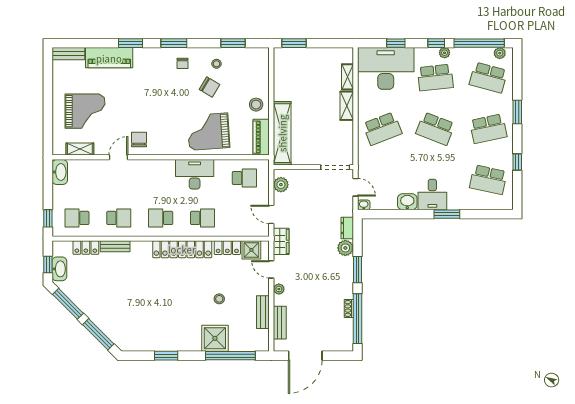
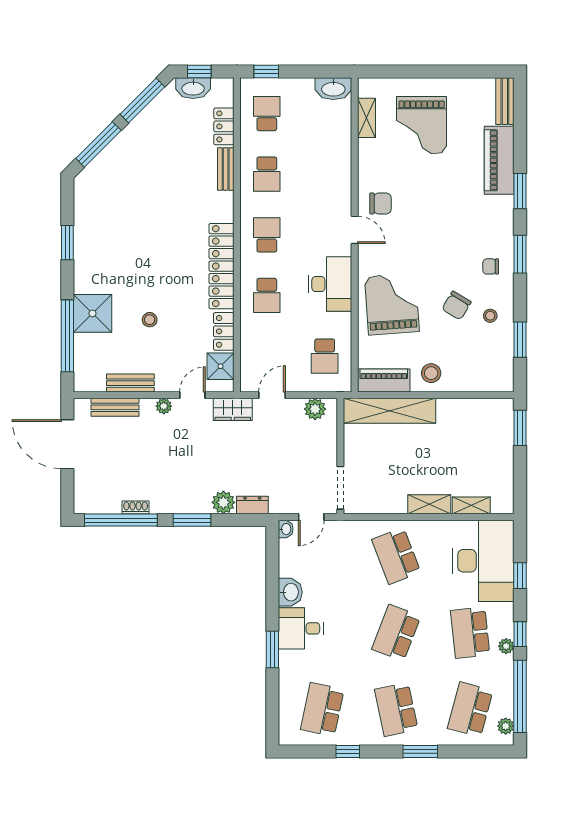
door: (118, 157) -> (355, 230), moved

